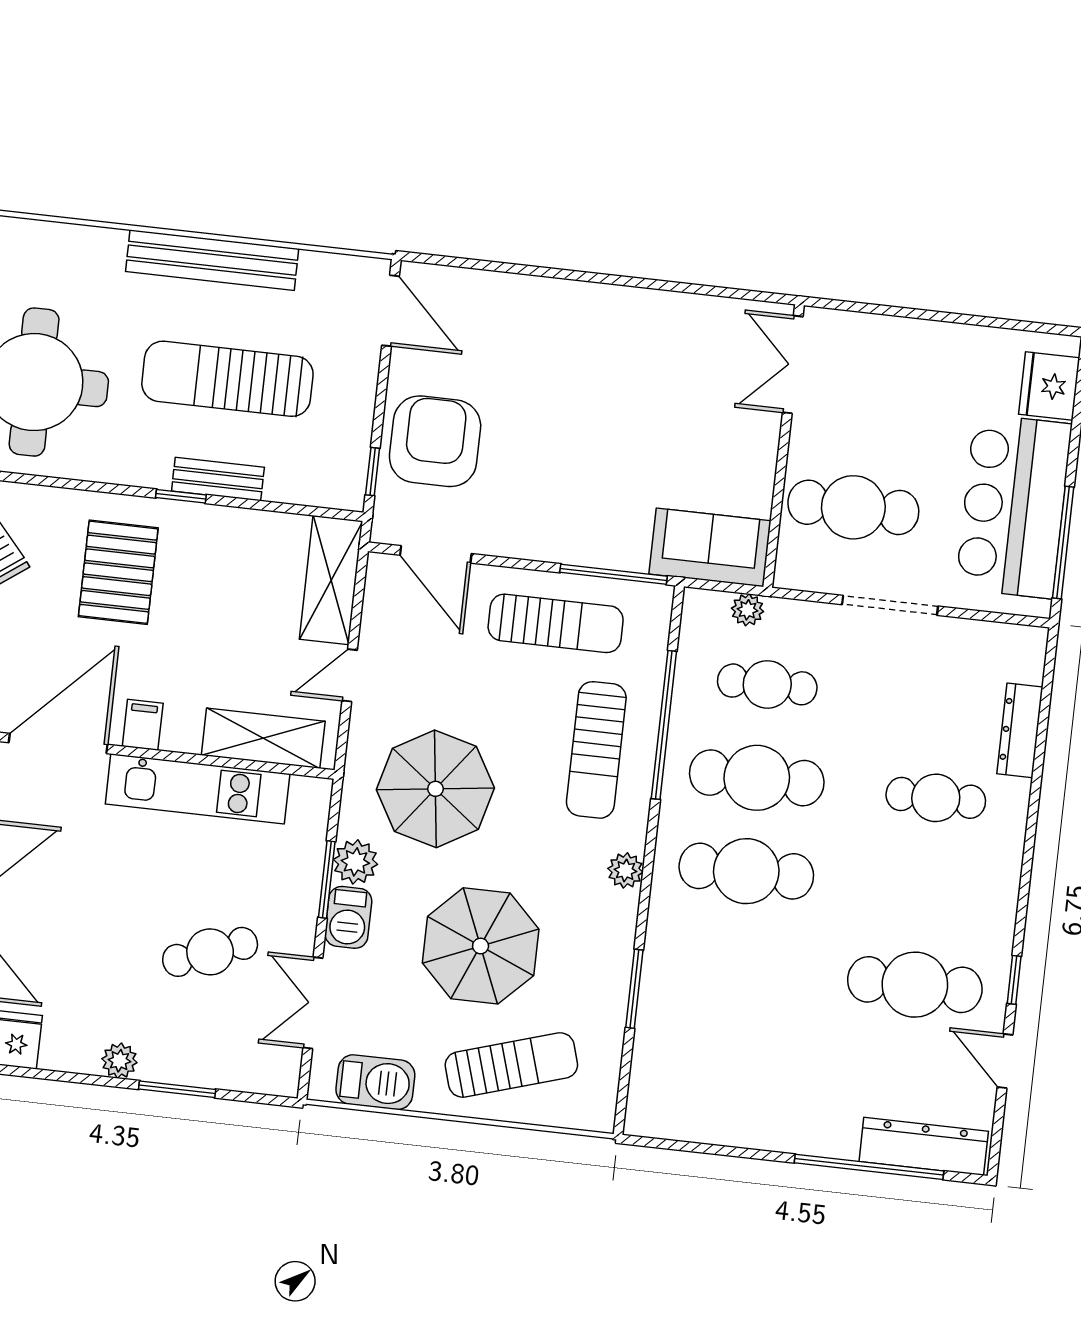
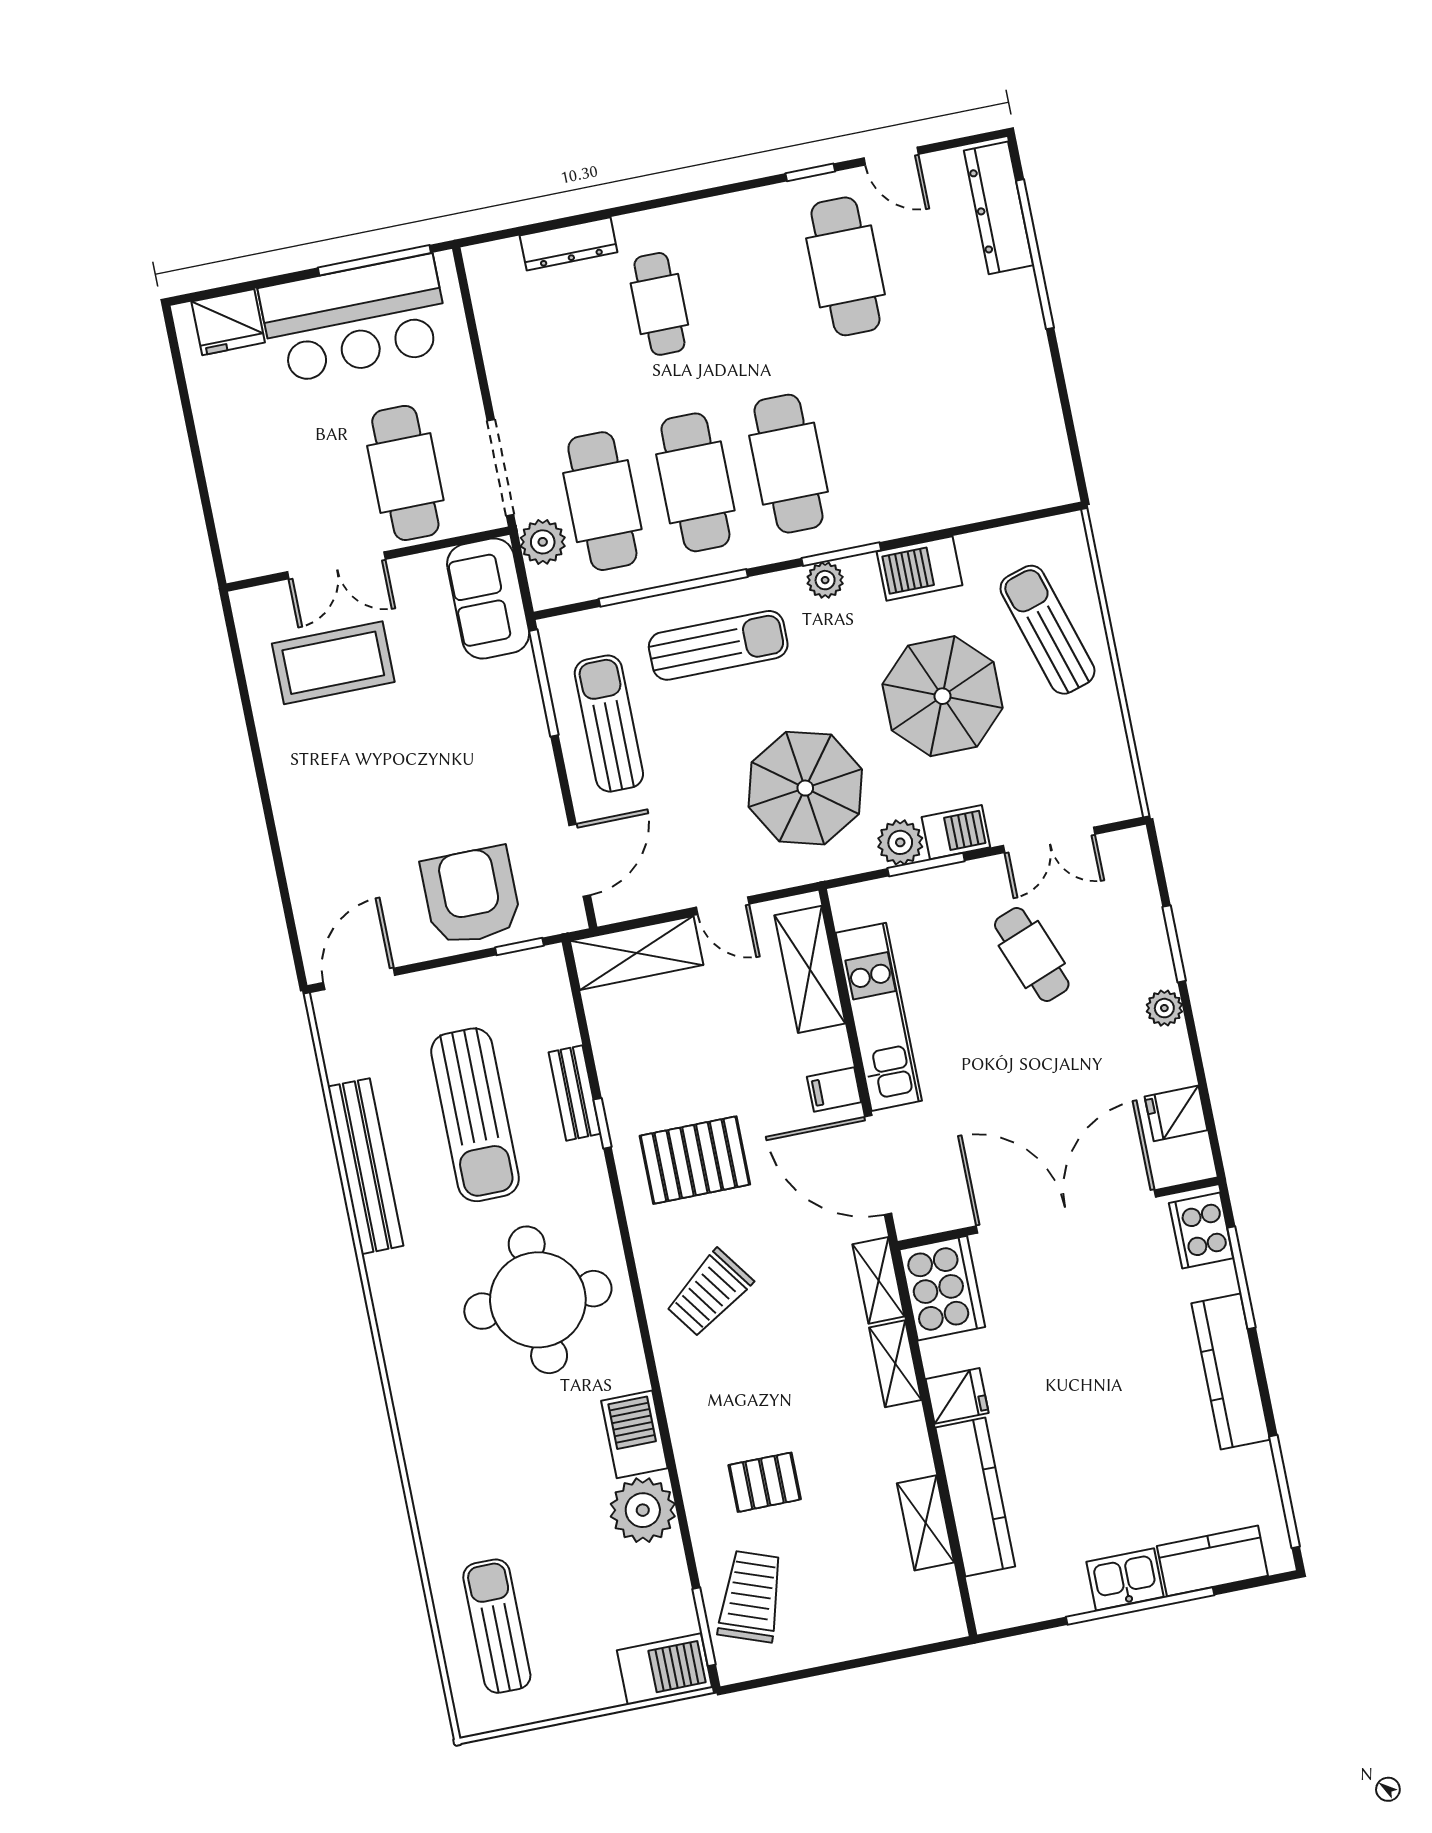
double door: (793, 364) -> (336, 565), moved
coffee table: (696, 382) -> (333, 663), added
armchair: (435, 441) -> (471, 896), turned 90
doorway: (890, 605) -> (500, 468), moved
plant: (748, 610) -> (543, 542), width x1.38, depth x1.38
cafe table: (767, 684) -> (602, 501), width x1.37, depth x1.35
window: (634, 989) -> (841, 554), moved
door: (1005, 1061) -> (891, 156), hinge flipped
barbecue: (375, 1082) -> (919, 568), moved, turned -90

